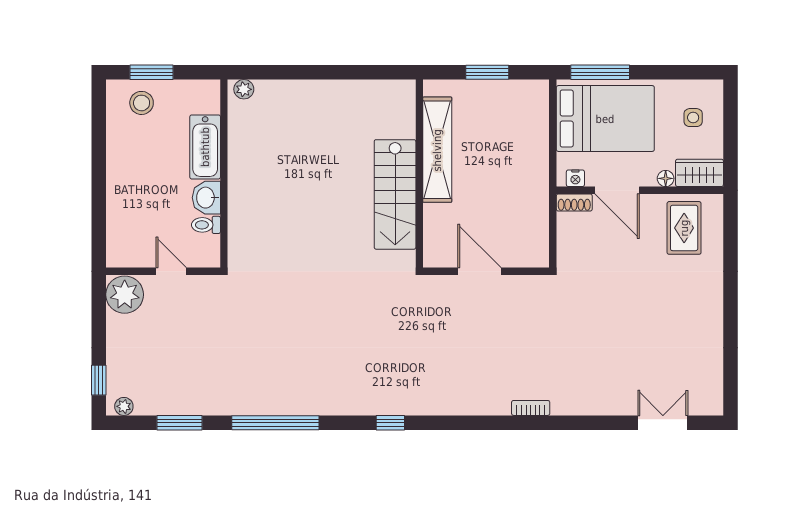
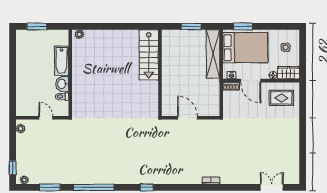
window: (600, 72) -> (243, 26), width x0.69
stool: (142, 103) -> (32, 41), removed
shelving: (437, 150) -> (213, 54), moved
stairs: (395, 194) -> (149, 55), moved
rug: (684, 228) -> (281, 98), turned 90
plant: (125, 295) -> (21, 129), width x0.53, depth x0.53

